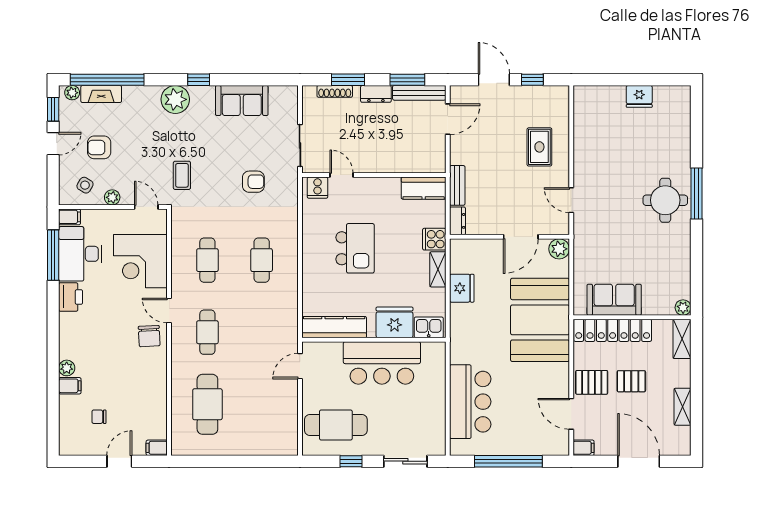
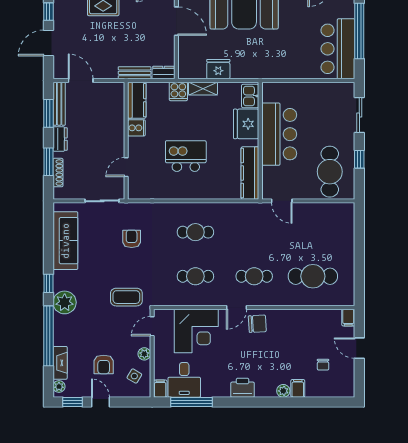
window: (107, 80) -> (48, 336), moved
sofa: (242, 101) -> (65, 241), width x1.36
coffee table: (182, 175) -> (126, 297), width x1.36, depth x1.30
cooker: (318, 188) -> (136, 128), moved
desk: (80, 254) -> (184, 380), width x0.73
printer: (71, 297) -> (243, 388), moved
bar counter: (470, 402) -> (338, 49), moved, turned -90

